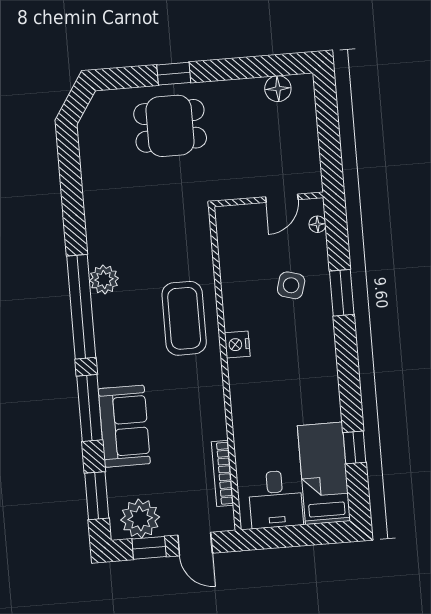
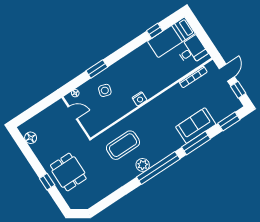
coffee table: (184, 318) -> (123, 145), moved
plant: (140, 519) -> (229, 100), removed

